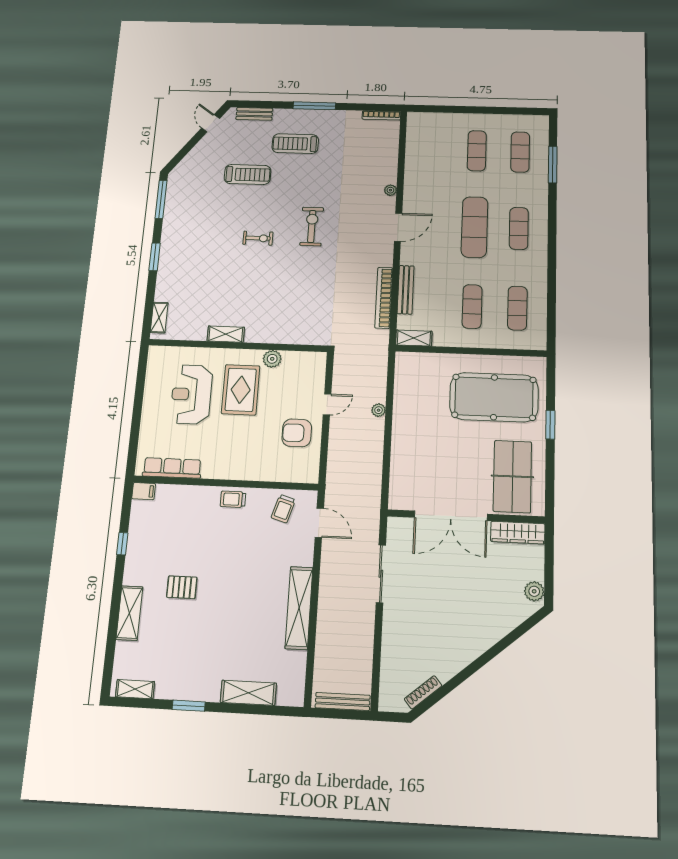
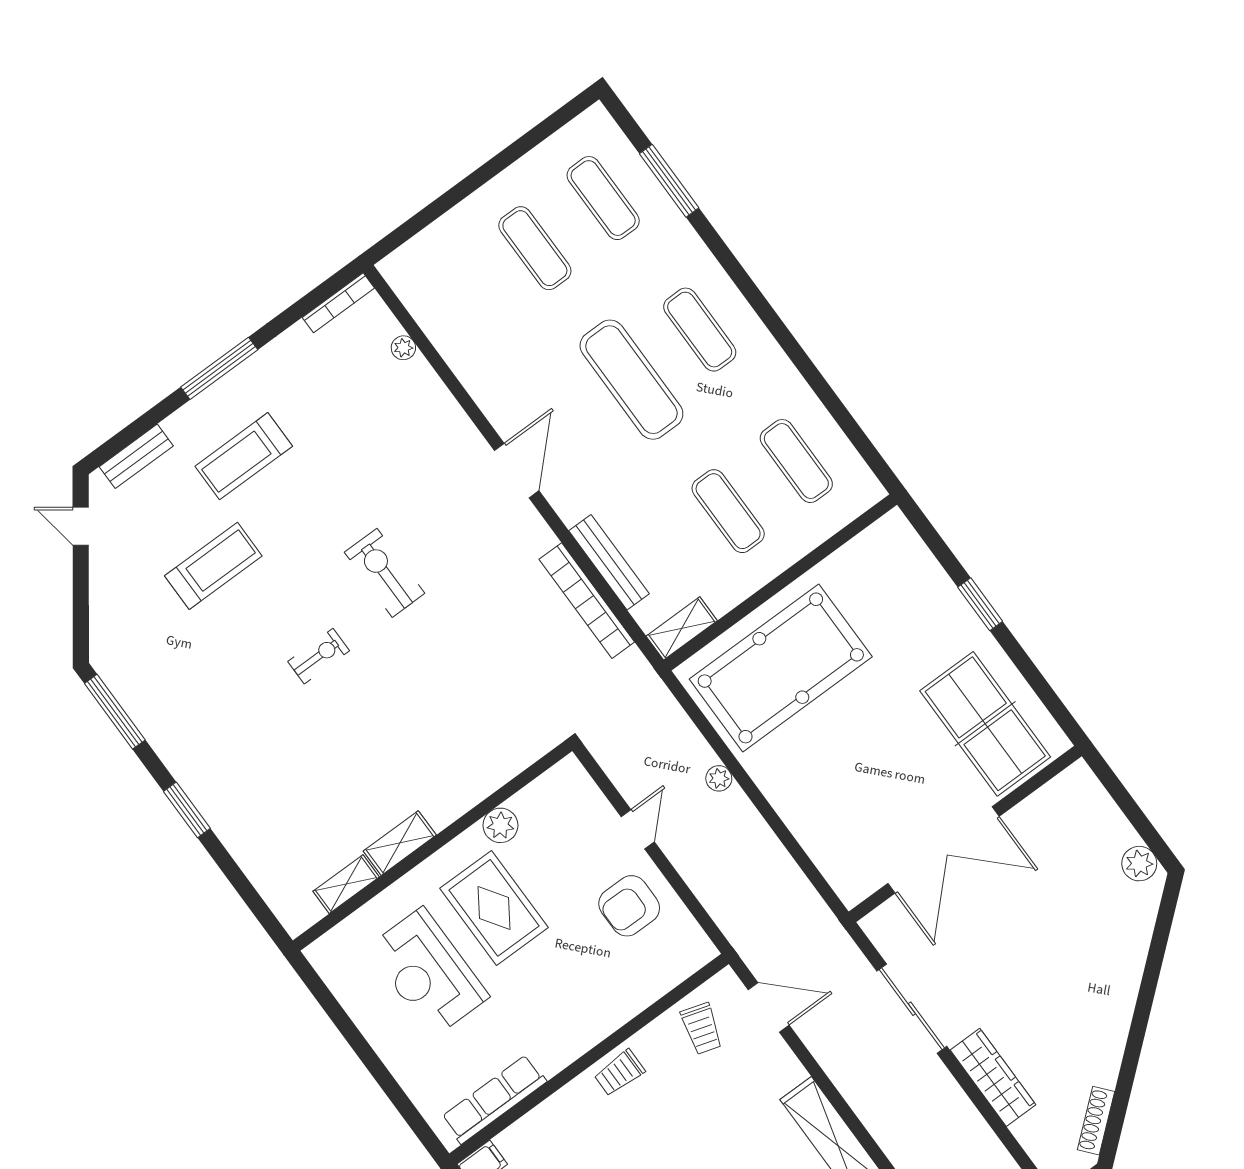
plant: (390, 190) -> (403, 348), moved
shelving: (159, 318) -> (346, 884), moved, turned 90
pool table: (494, 397) -> (781, 668), moved
wardrobe: (518, 533) -> (993, 1077), moved, turned -90

